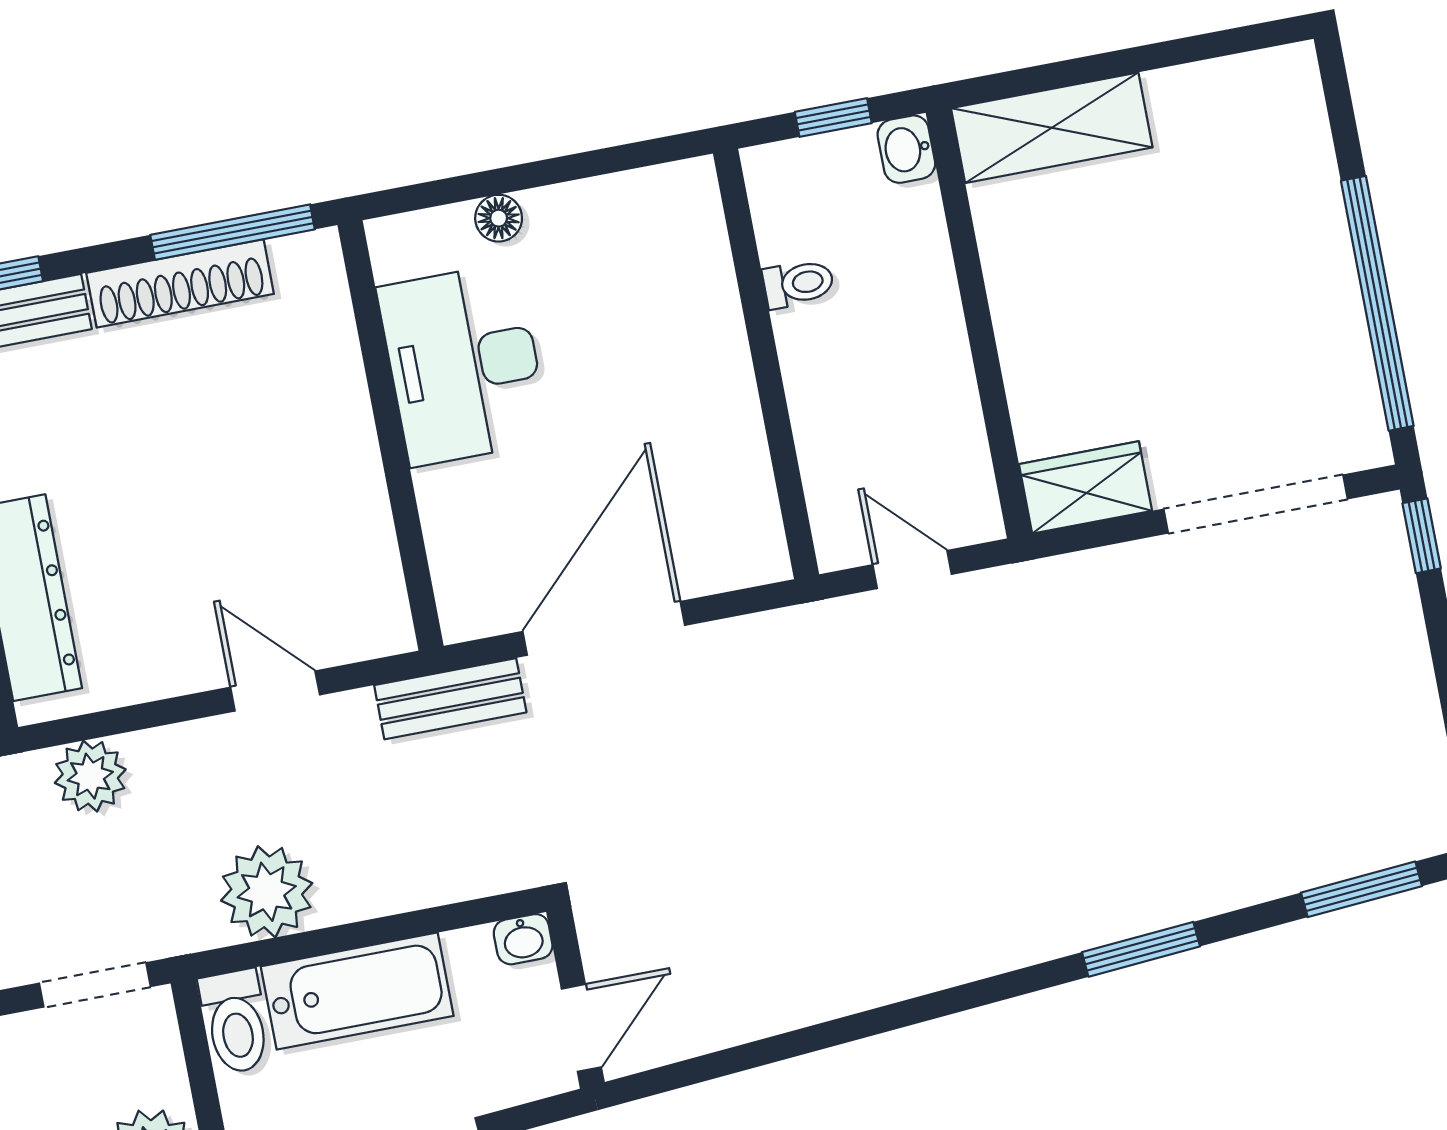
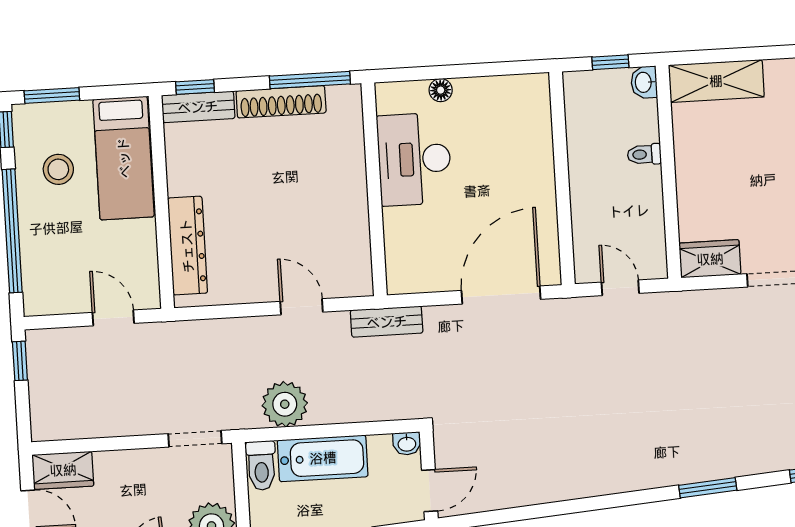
toilet: (798, 284) -> (644, 154), moved, turned 180
door: (604, 628) -> (501, 295), moved
plant: (90, 776) -> (206, 337), removed

